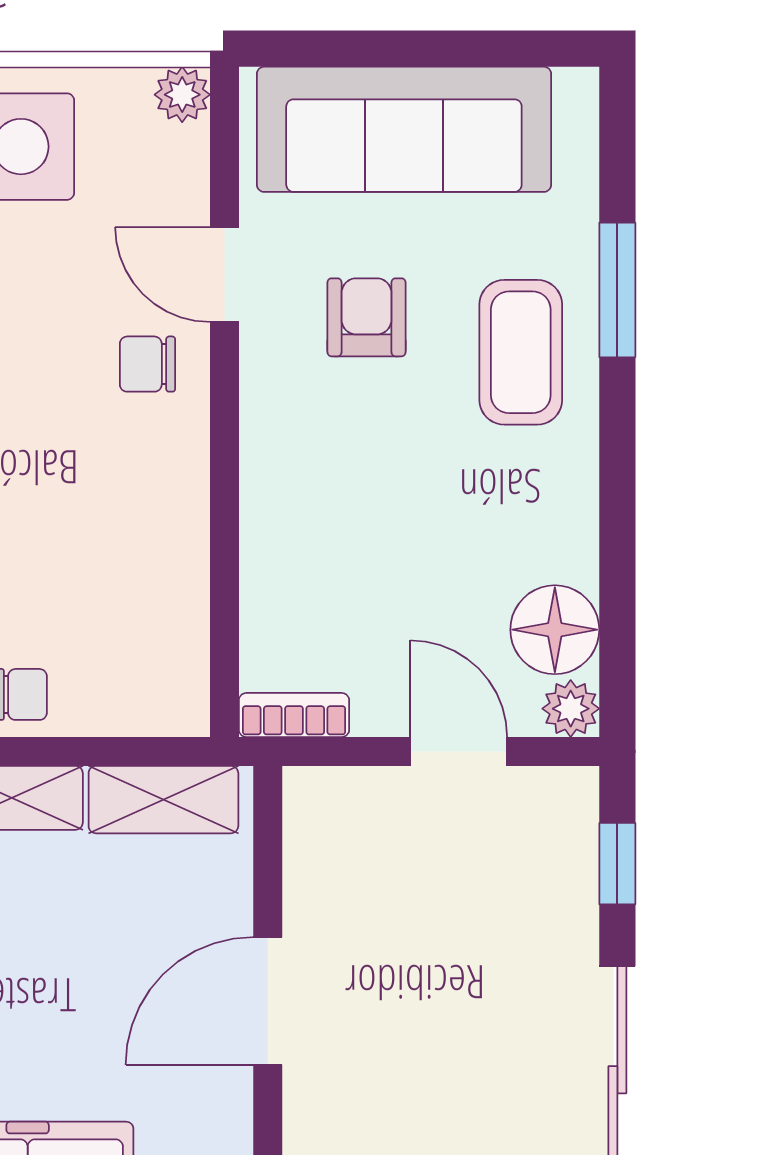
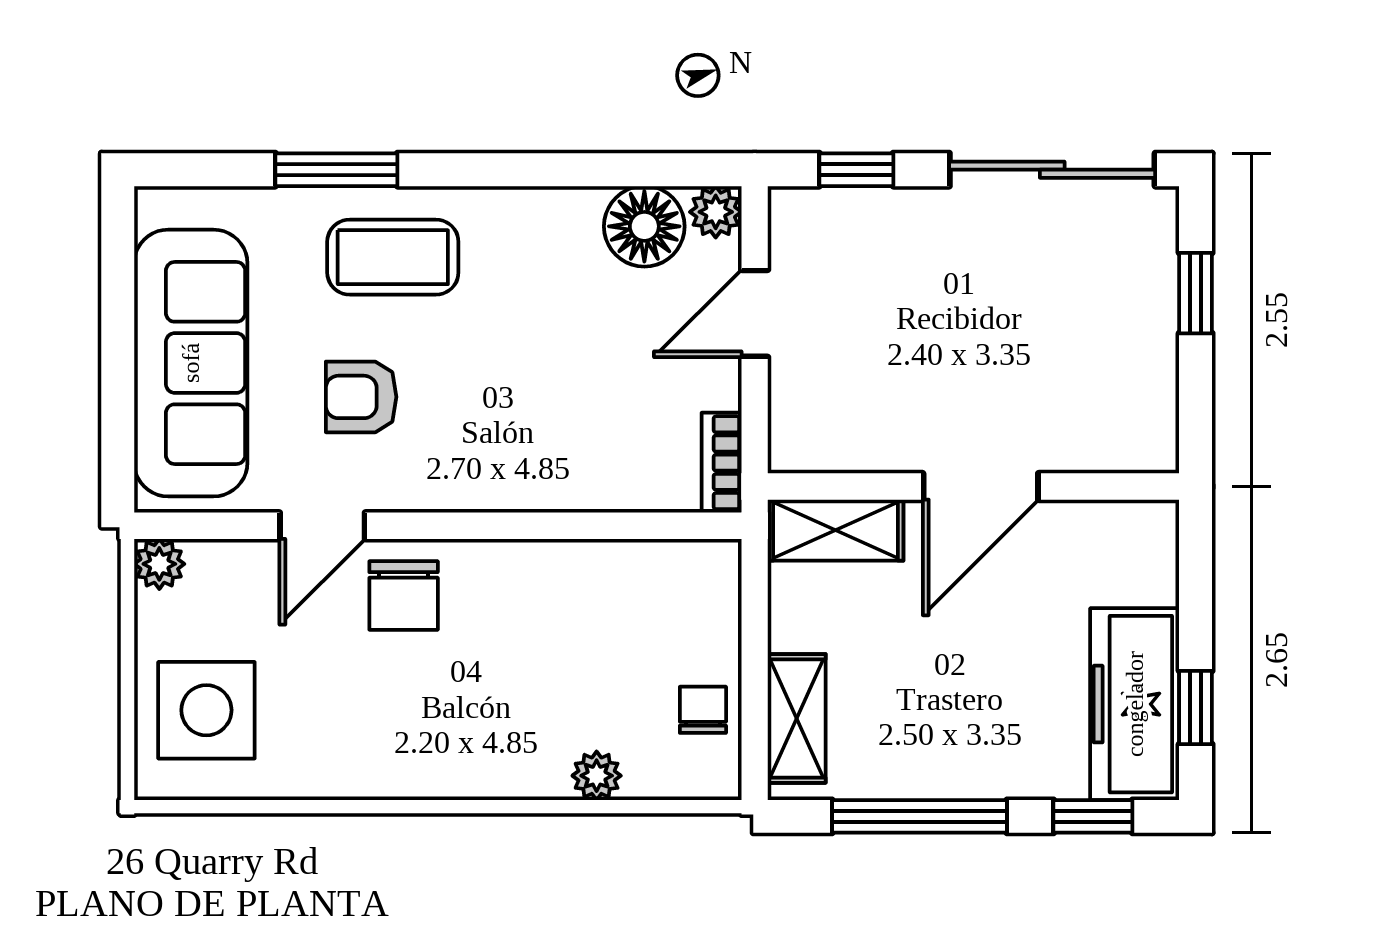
chair: (147, 364) -> (404, 596), width x1.37, depth x1.37
shelving: (163, 800) -> (836, 530), moved, turned 90
door: (268, 1001) -> (981, 487), hinge flipped

